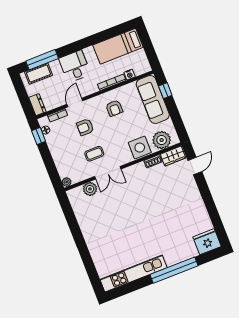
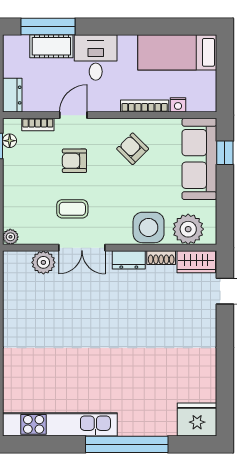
cot: (39, 74) -> (51, 46), moved
armchair: (114, 108) -> (133, 149), turned 135
dresser: (136, 169) -> (129, 260), added

